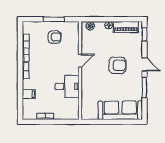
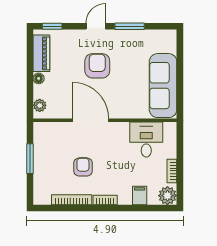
armchair: (55, 37) -> (83, 167), moved
door: (80, 61) -> (91, 120), width x1.88
desk: (67, 86) -> (146, 140), moved
sofa: (120, 110) -> (163, 86), moved
plant: (29, 113) -> (167, 196), added

